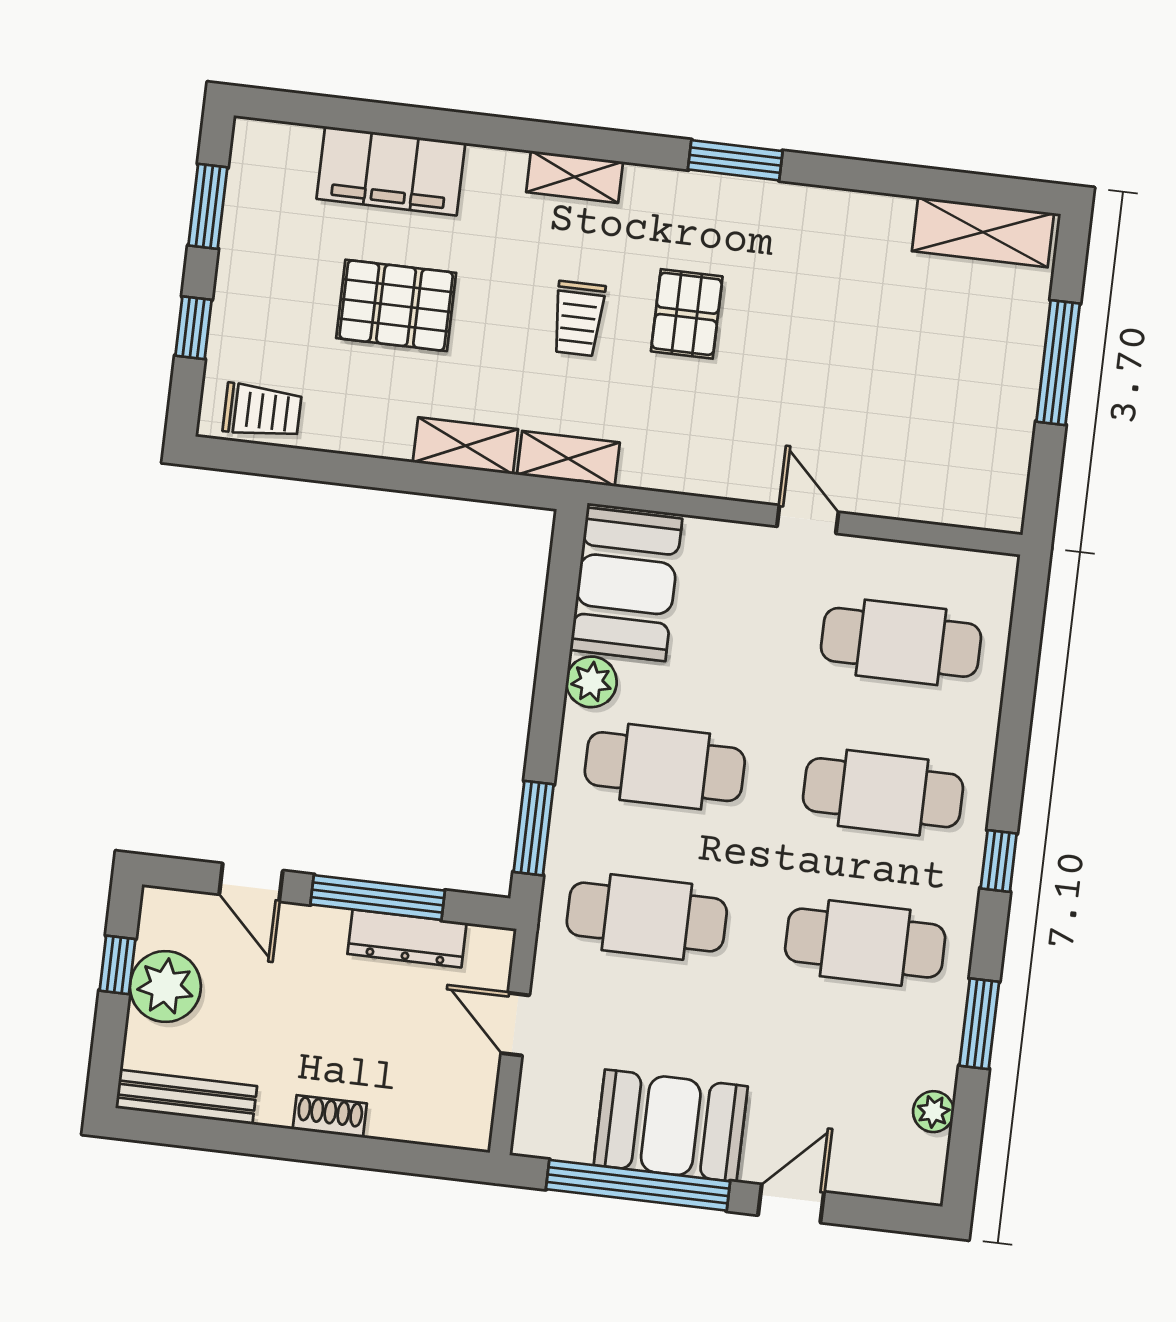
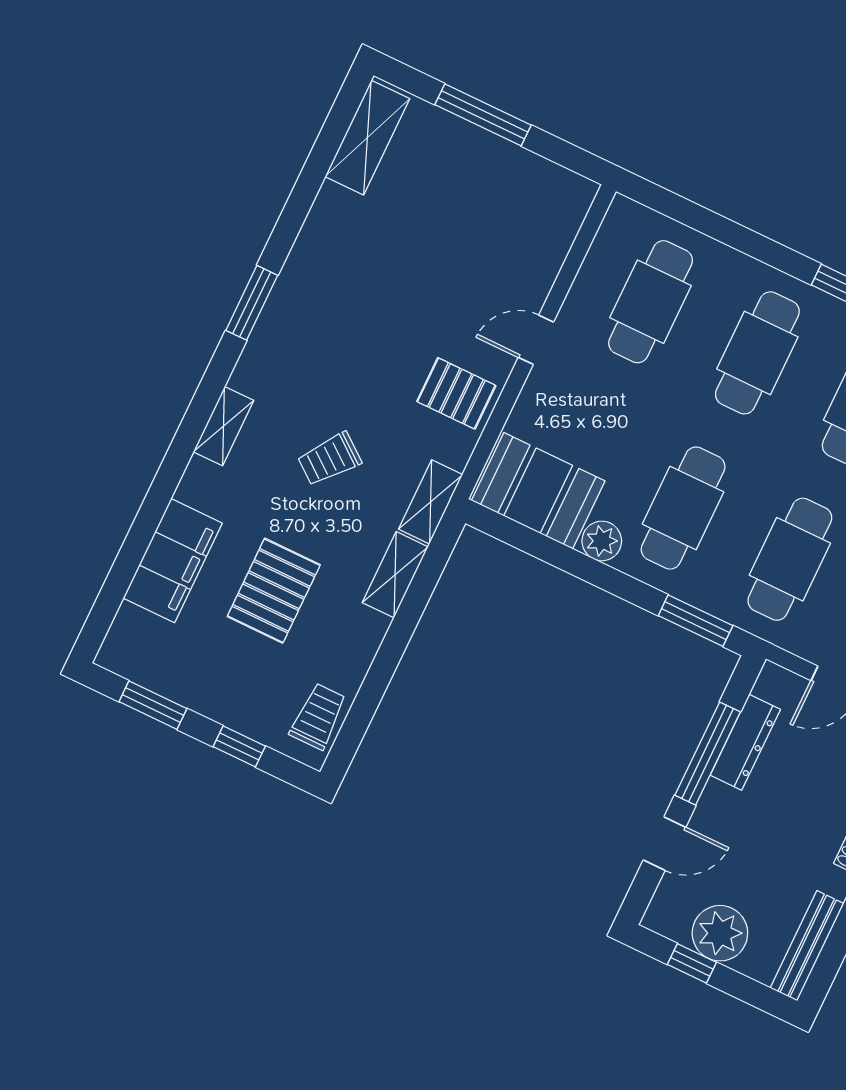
pallet: (687, 314) -> (456, 393), moved
trolley: (578, 319) -> (329, 459), turned 128

